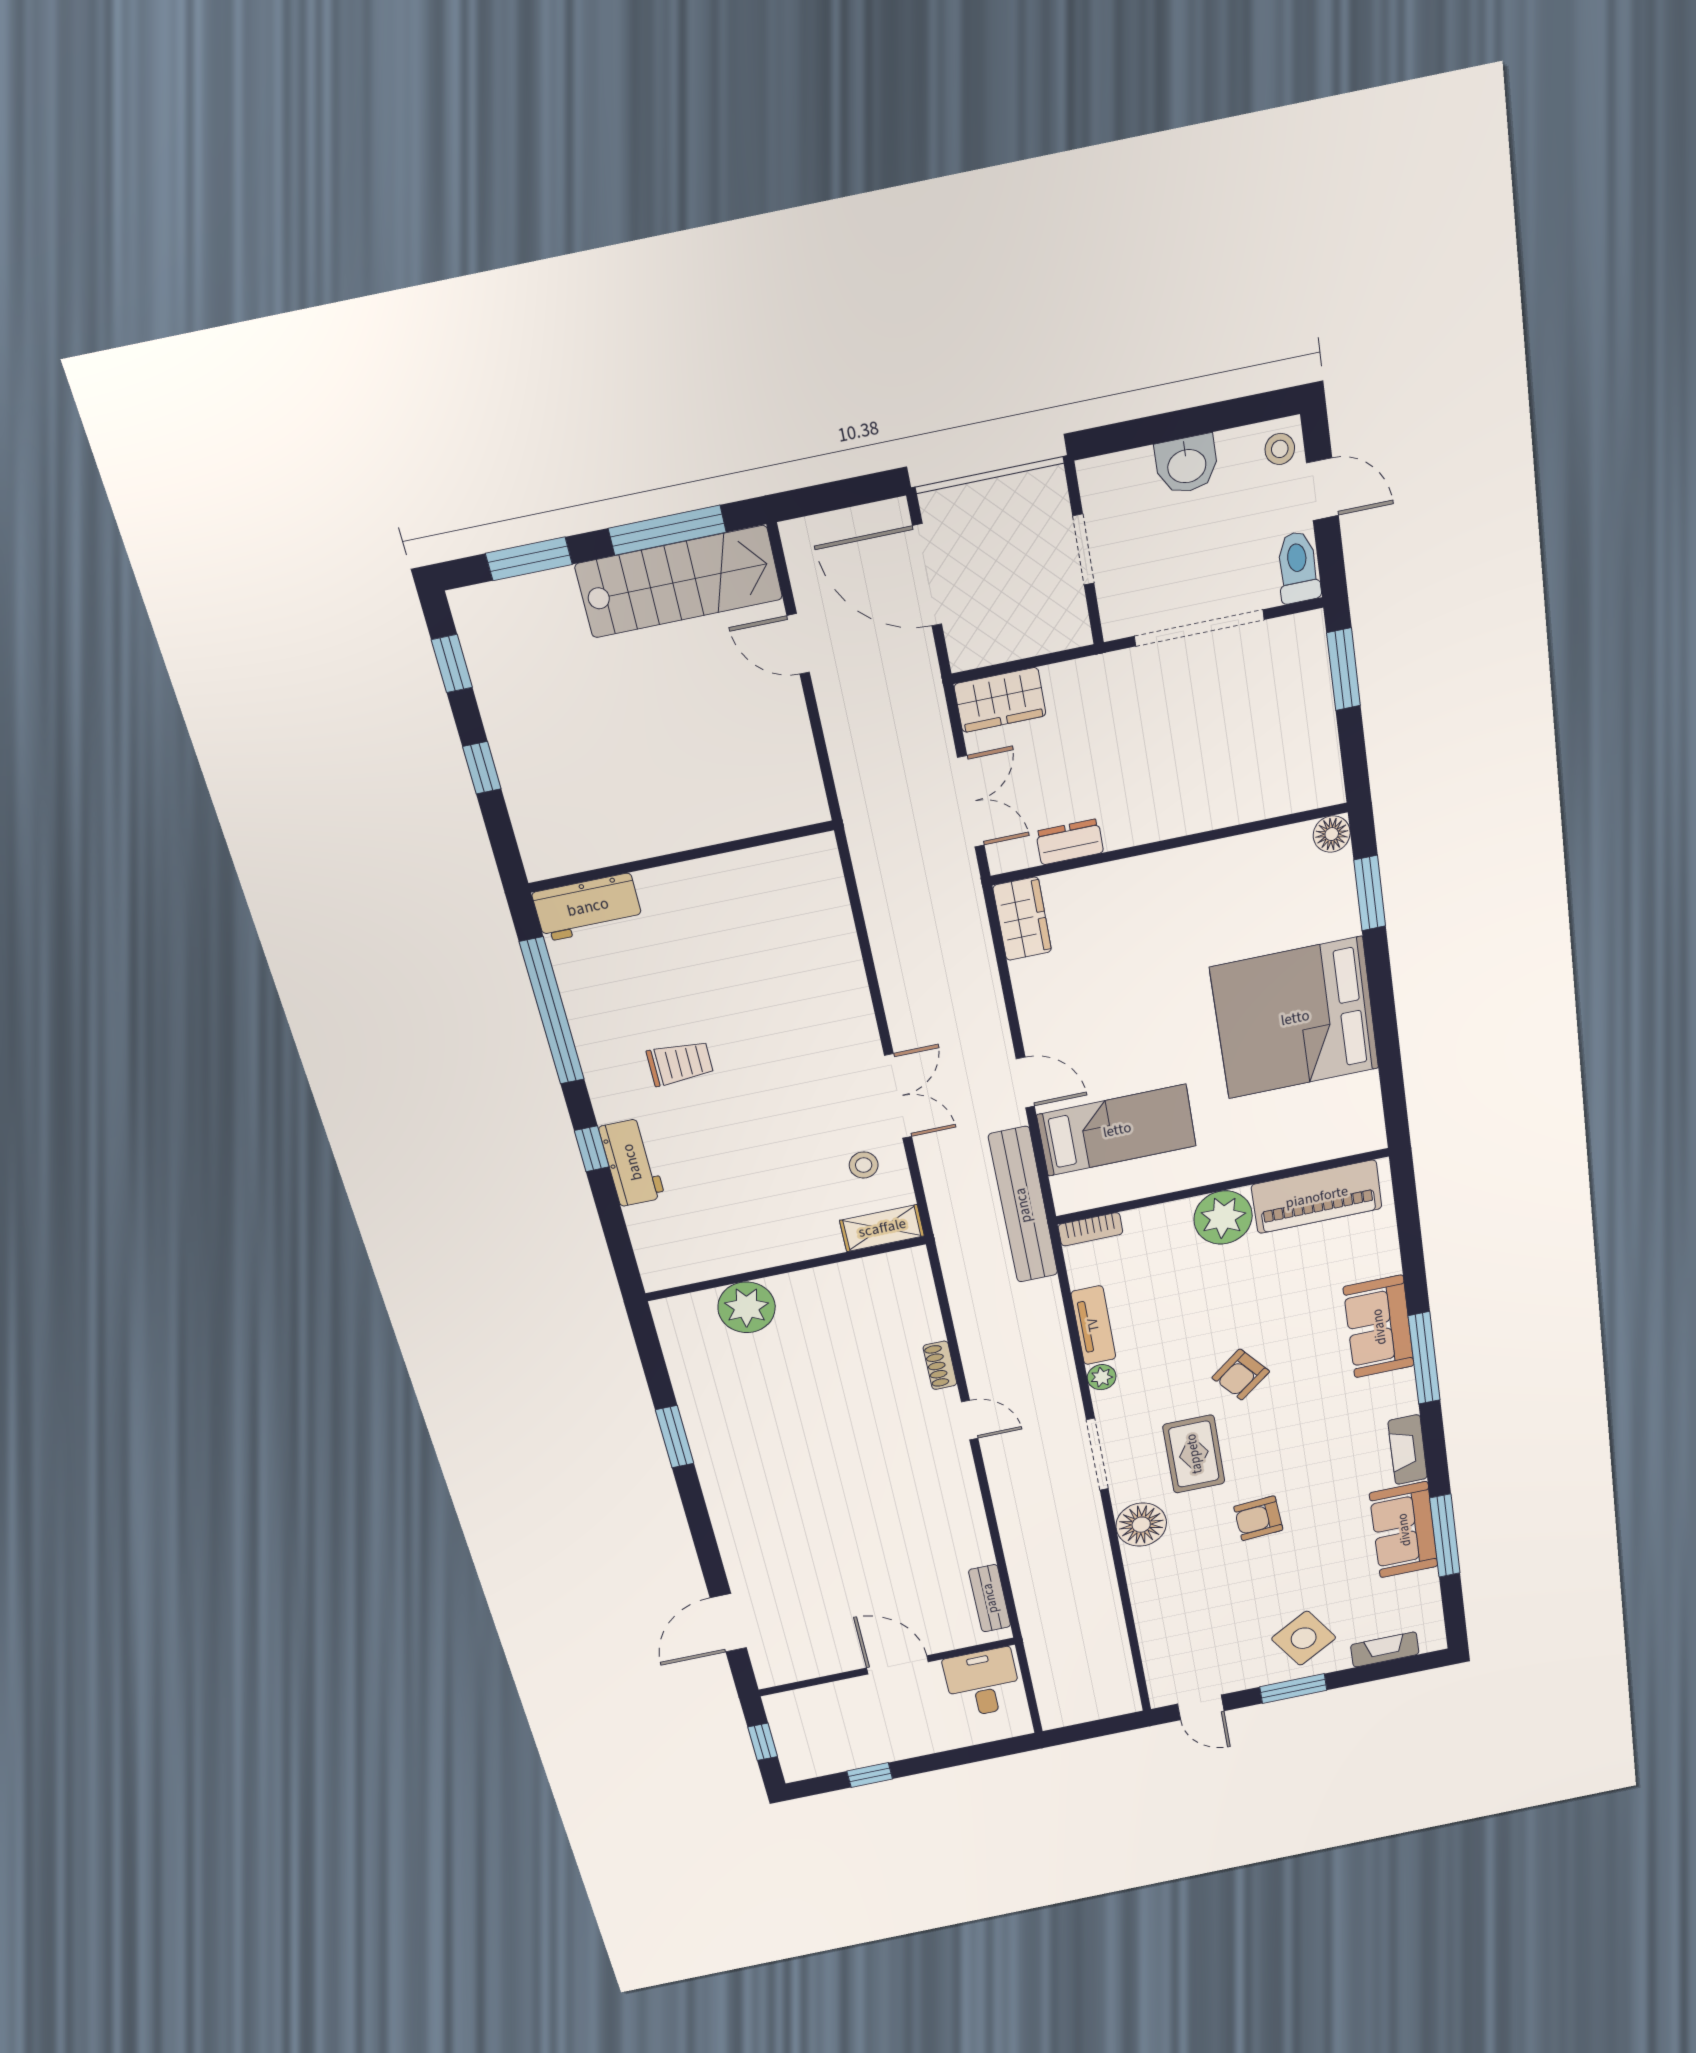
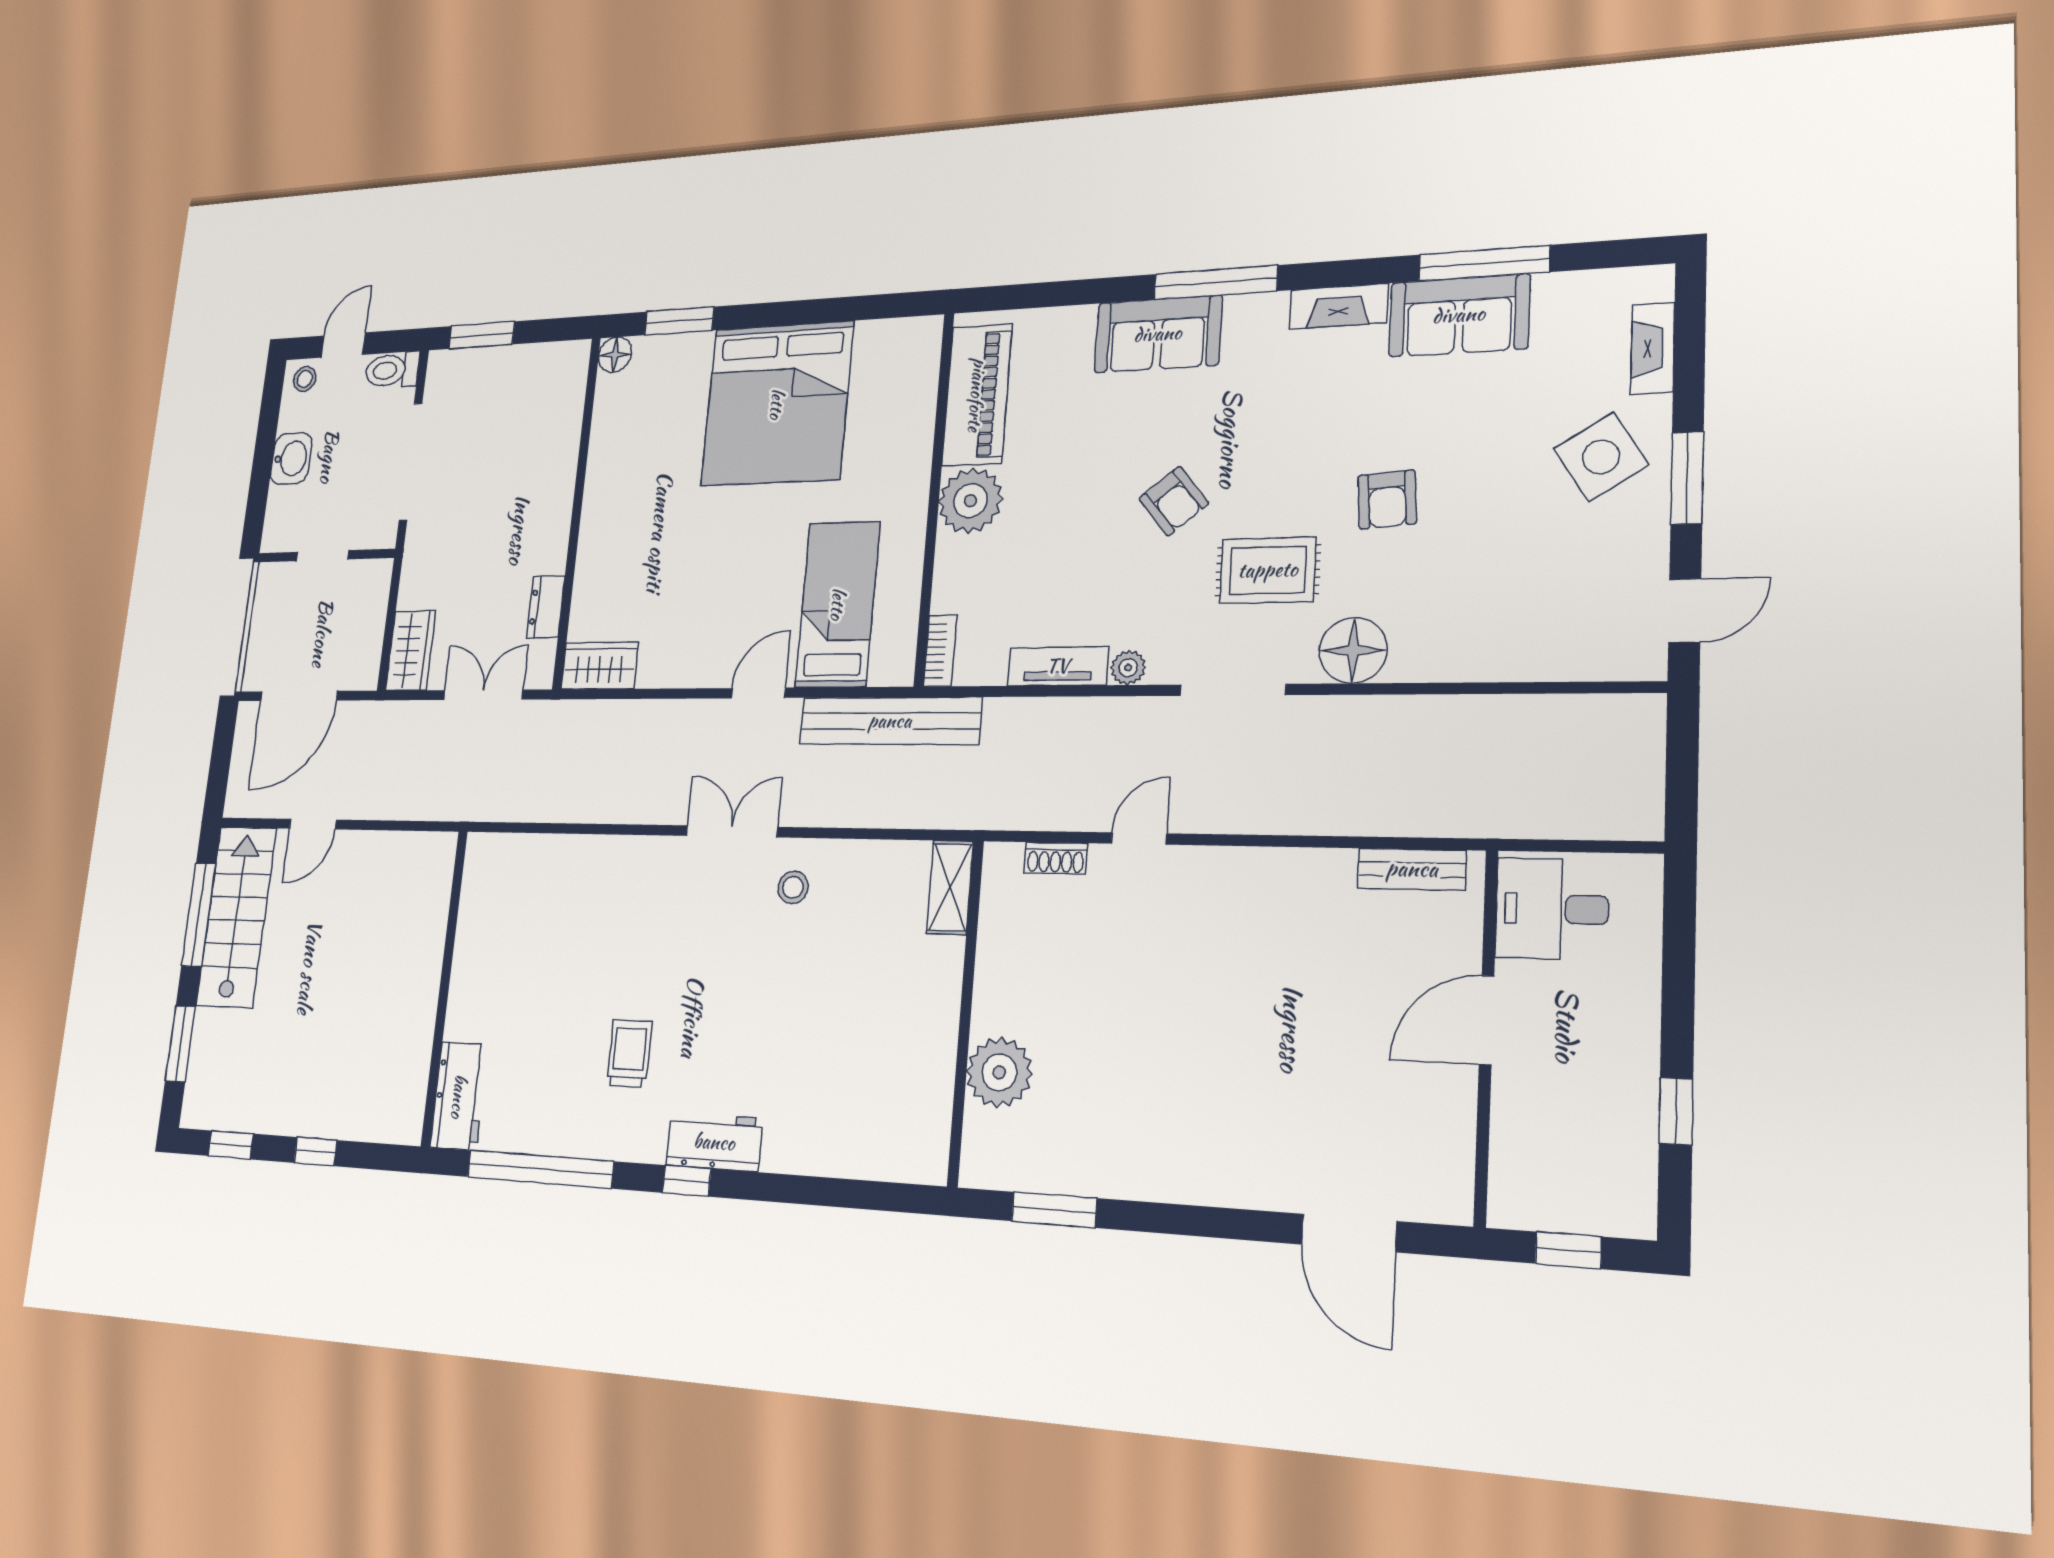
shelving: (882, 1228) -> (950, 887), moved
wall: (786, 1269) -> (966, 1012), moved
plant: (747, 1307) -> (999, 1072), moved

